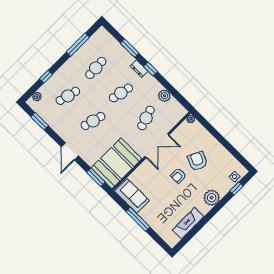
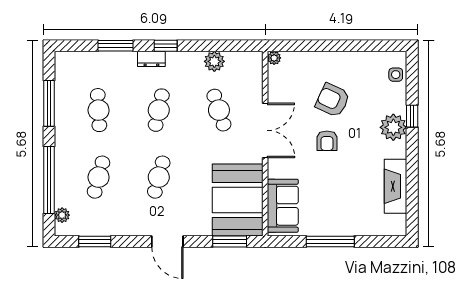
window: (46, 77) -> (49, 180), width x3.17
window: (236, 189) -> (412, 116), moved
sofa: (132, 196) -> (283, 206), moved, turned 90

